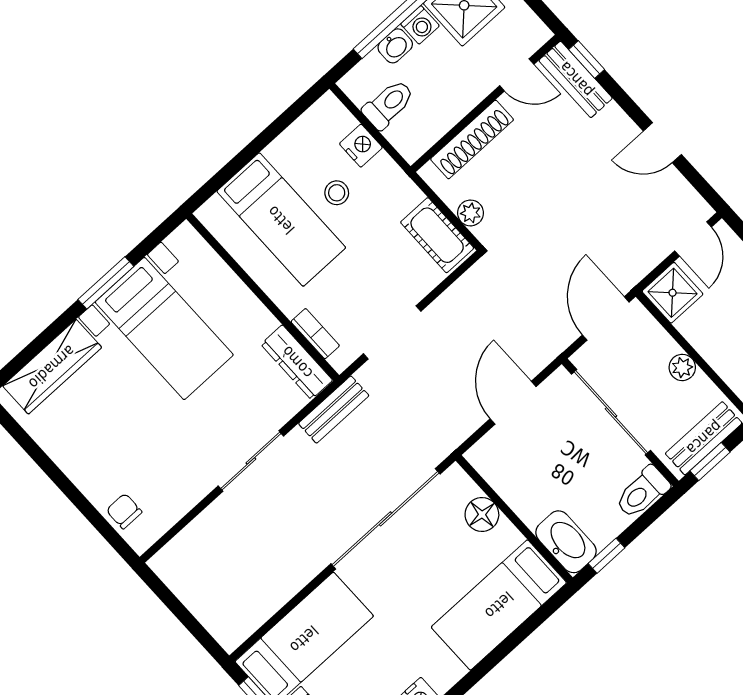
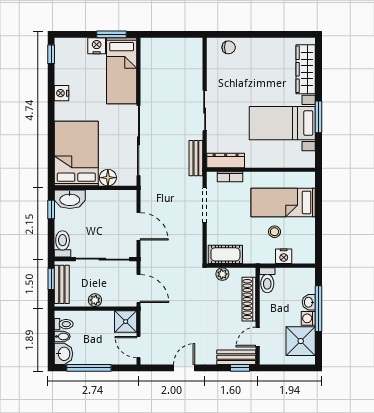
toilet: (388, 104) -> (267, 280), moved
bed: (499, 605) -> (76, 154), width x1.50

